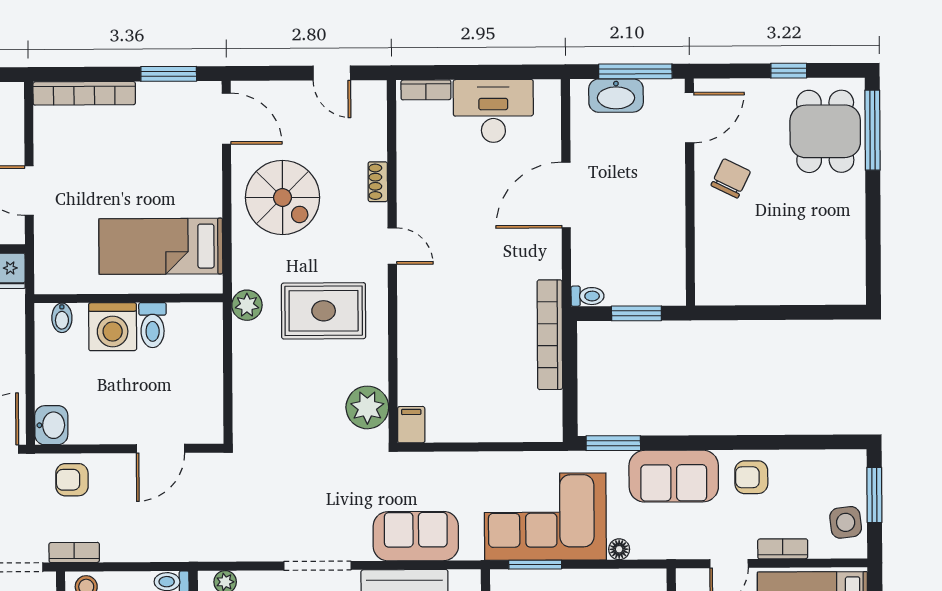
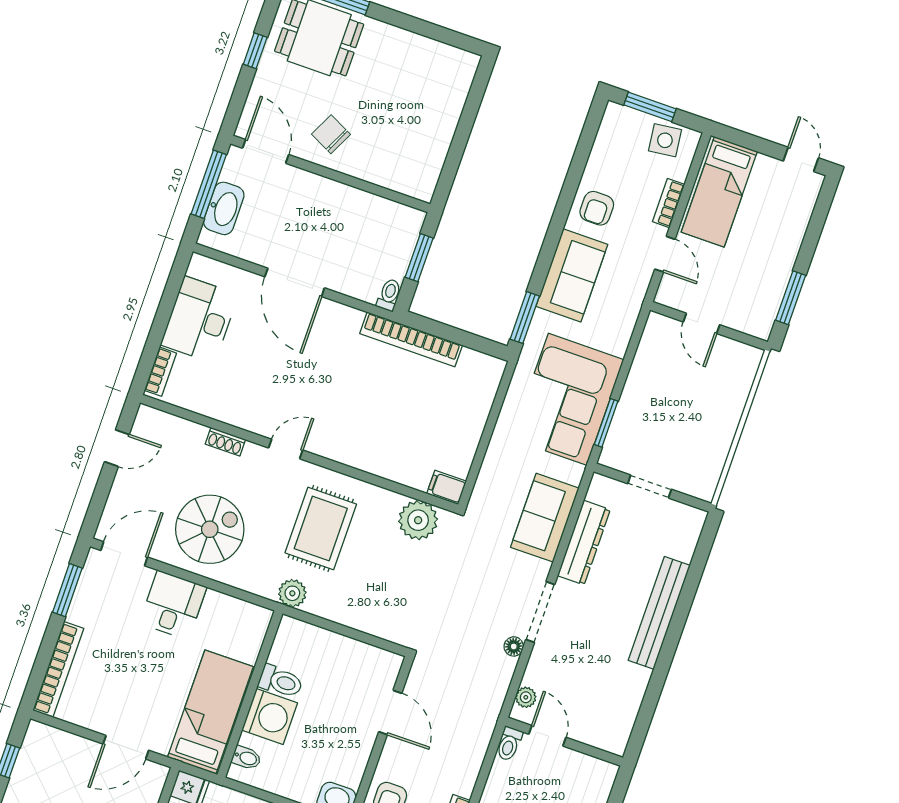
desk: (192, 187) -> (173, 605), added
bed: (161, 246) -> (210, 712), moved, turned 180
floor lamp: (619, 549) -> (514, 646), moved

